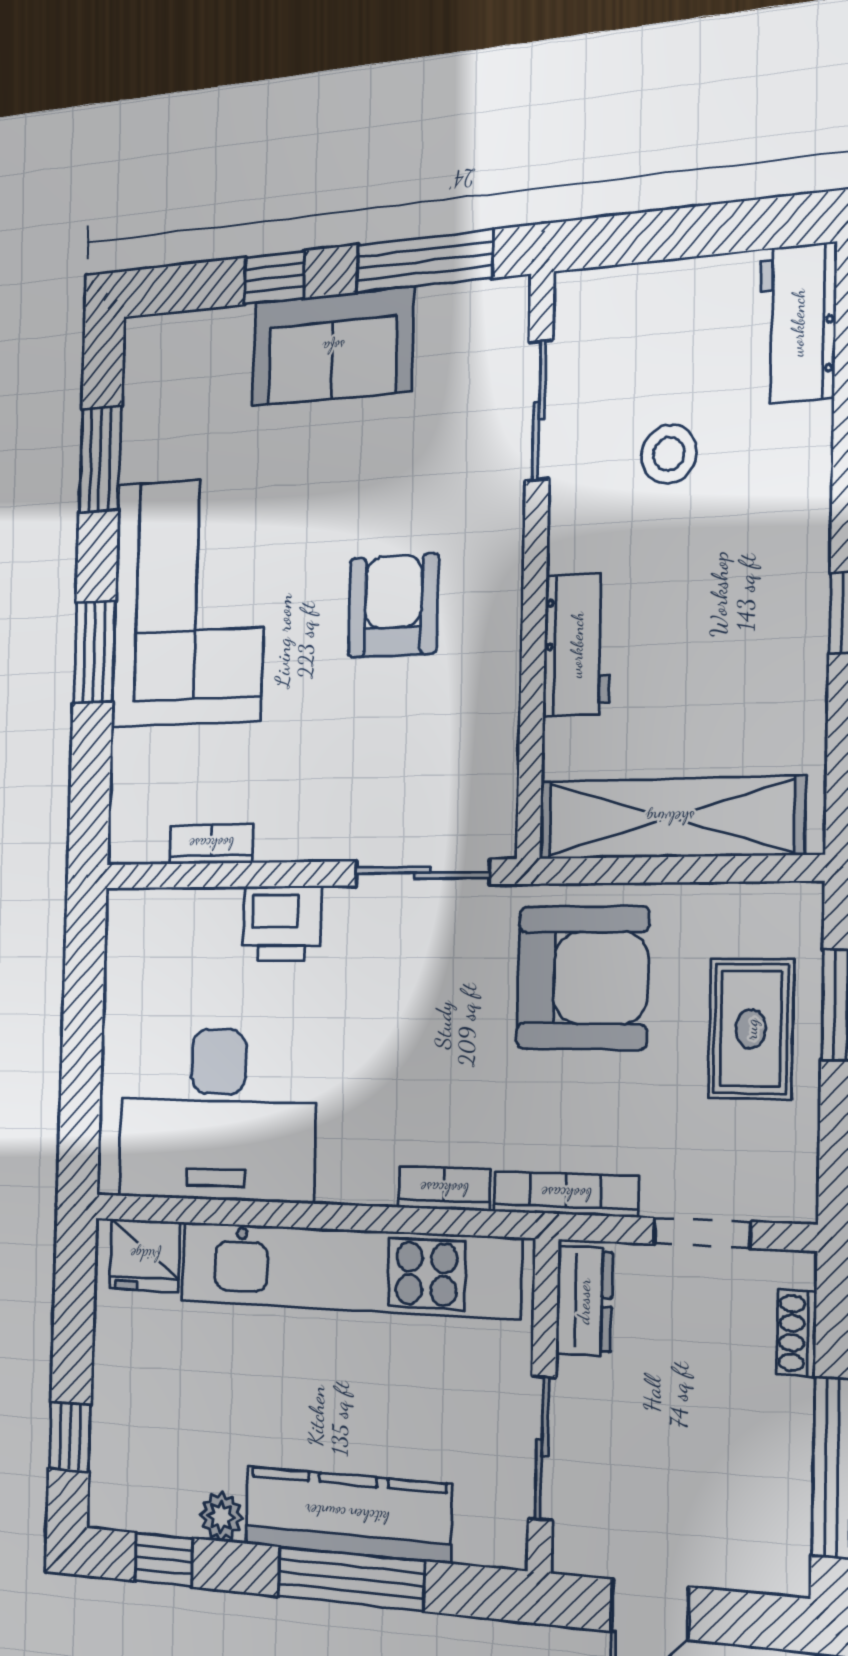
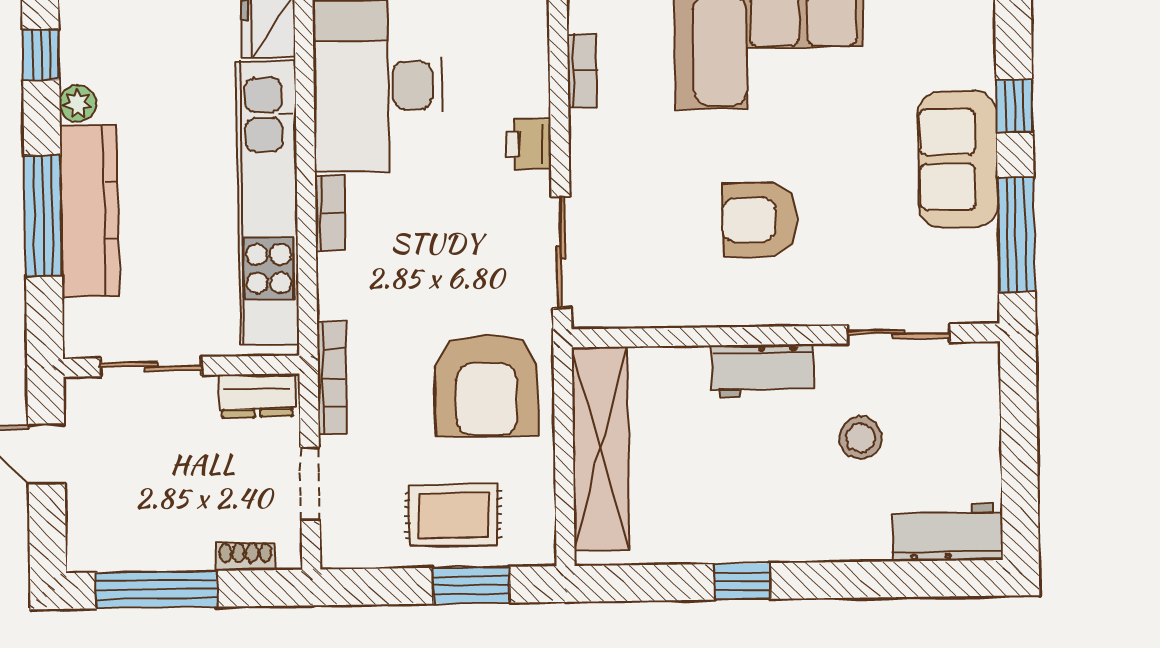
armchair: (393, 606) -> (760, 220), turned 180
workbench: (577, 645) -> (762, 371), moved
printer: (282, 923) -> (528, 144), width x0.73, depth x0.81
bookcase: (444, 1189) -> (330, 213), moved

